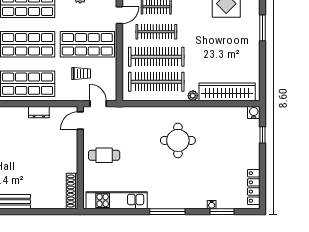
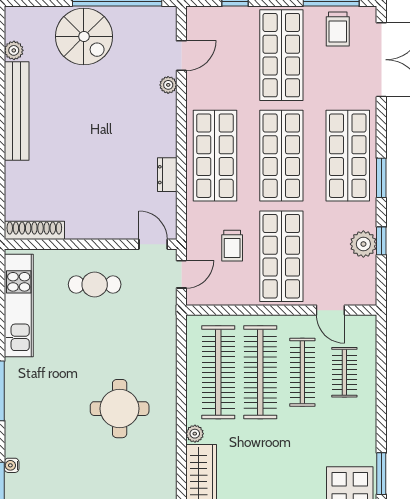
cafe table: (104, 155) -> (95, 284), turned 90

